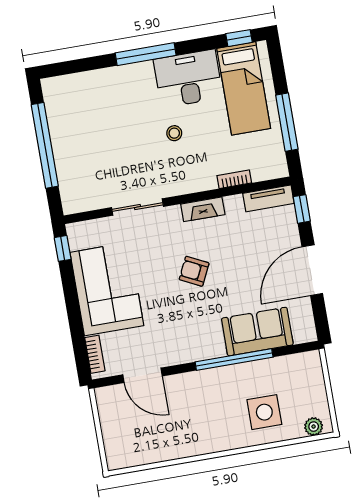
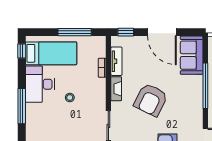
tv unit: (268, 198) -> (116, 61), moved
armchair: (194, 271) -> (151, 100), width x1.88, depth x1.88
sofa: (257, 332) -> (192, 55), moved

